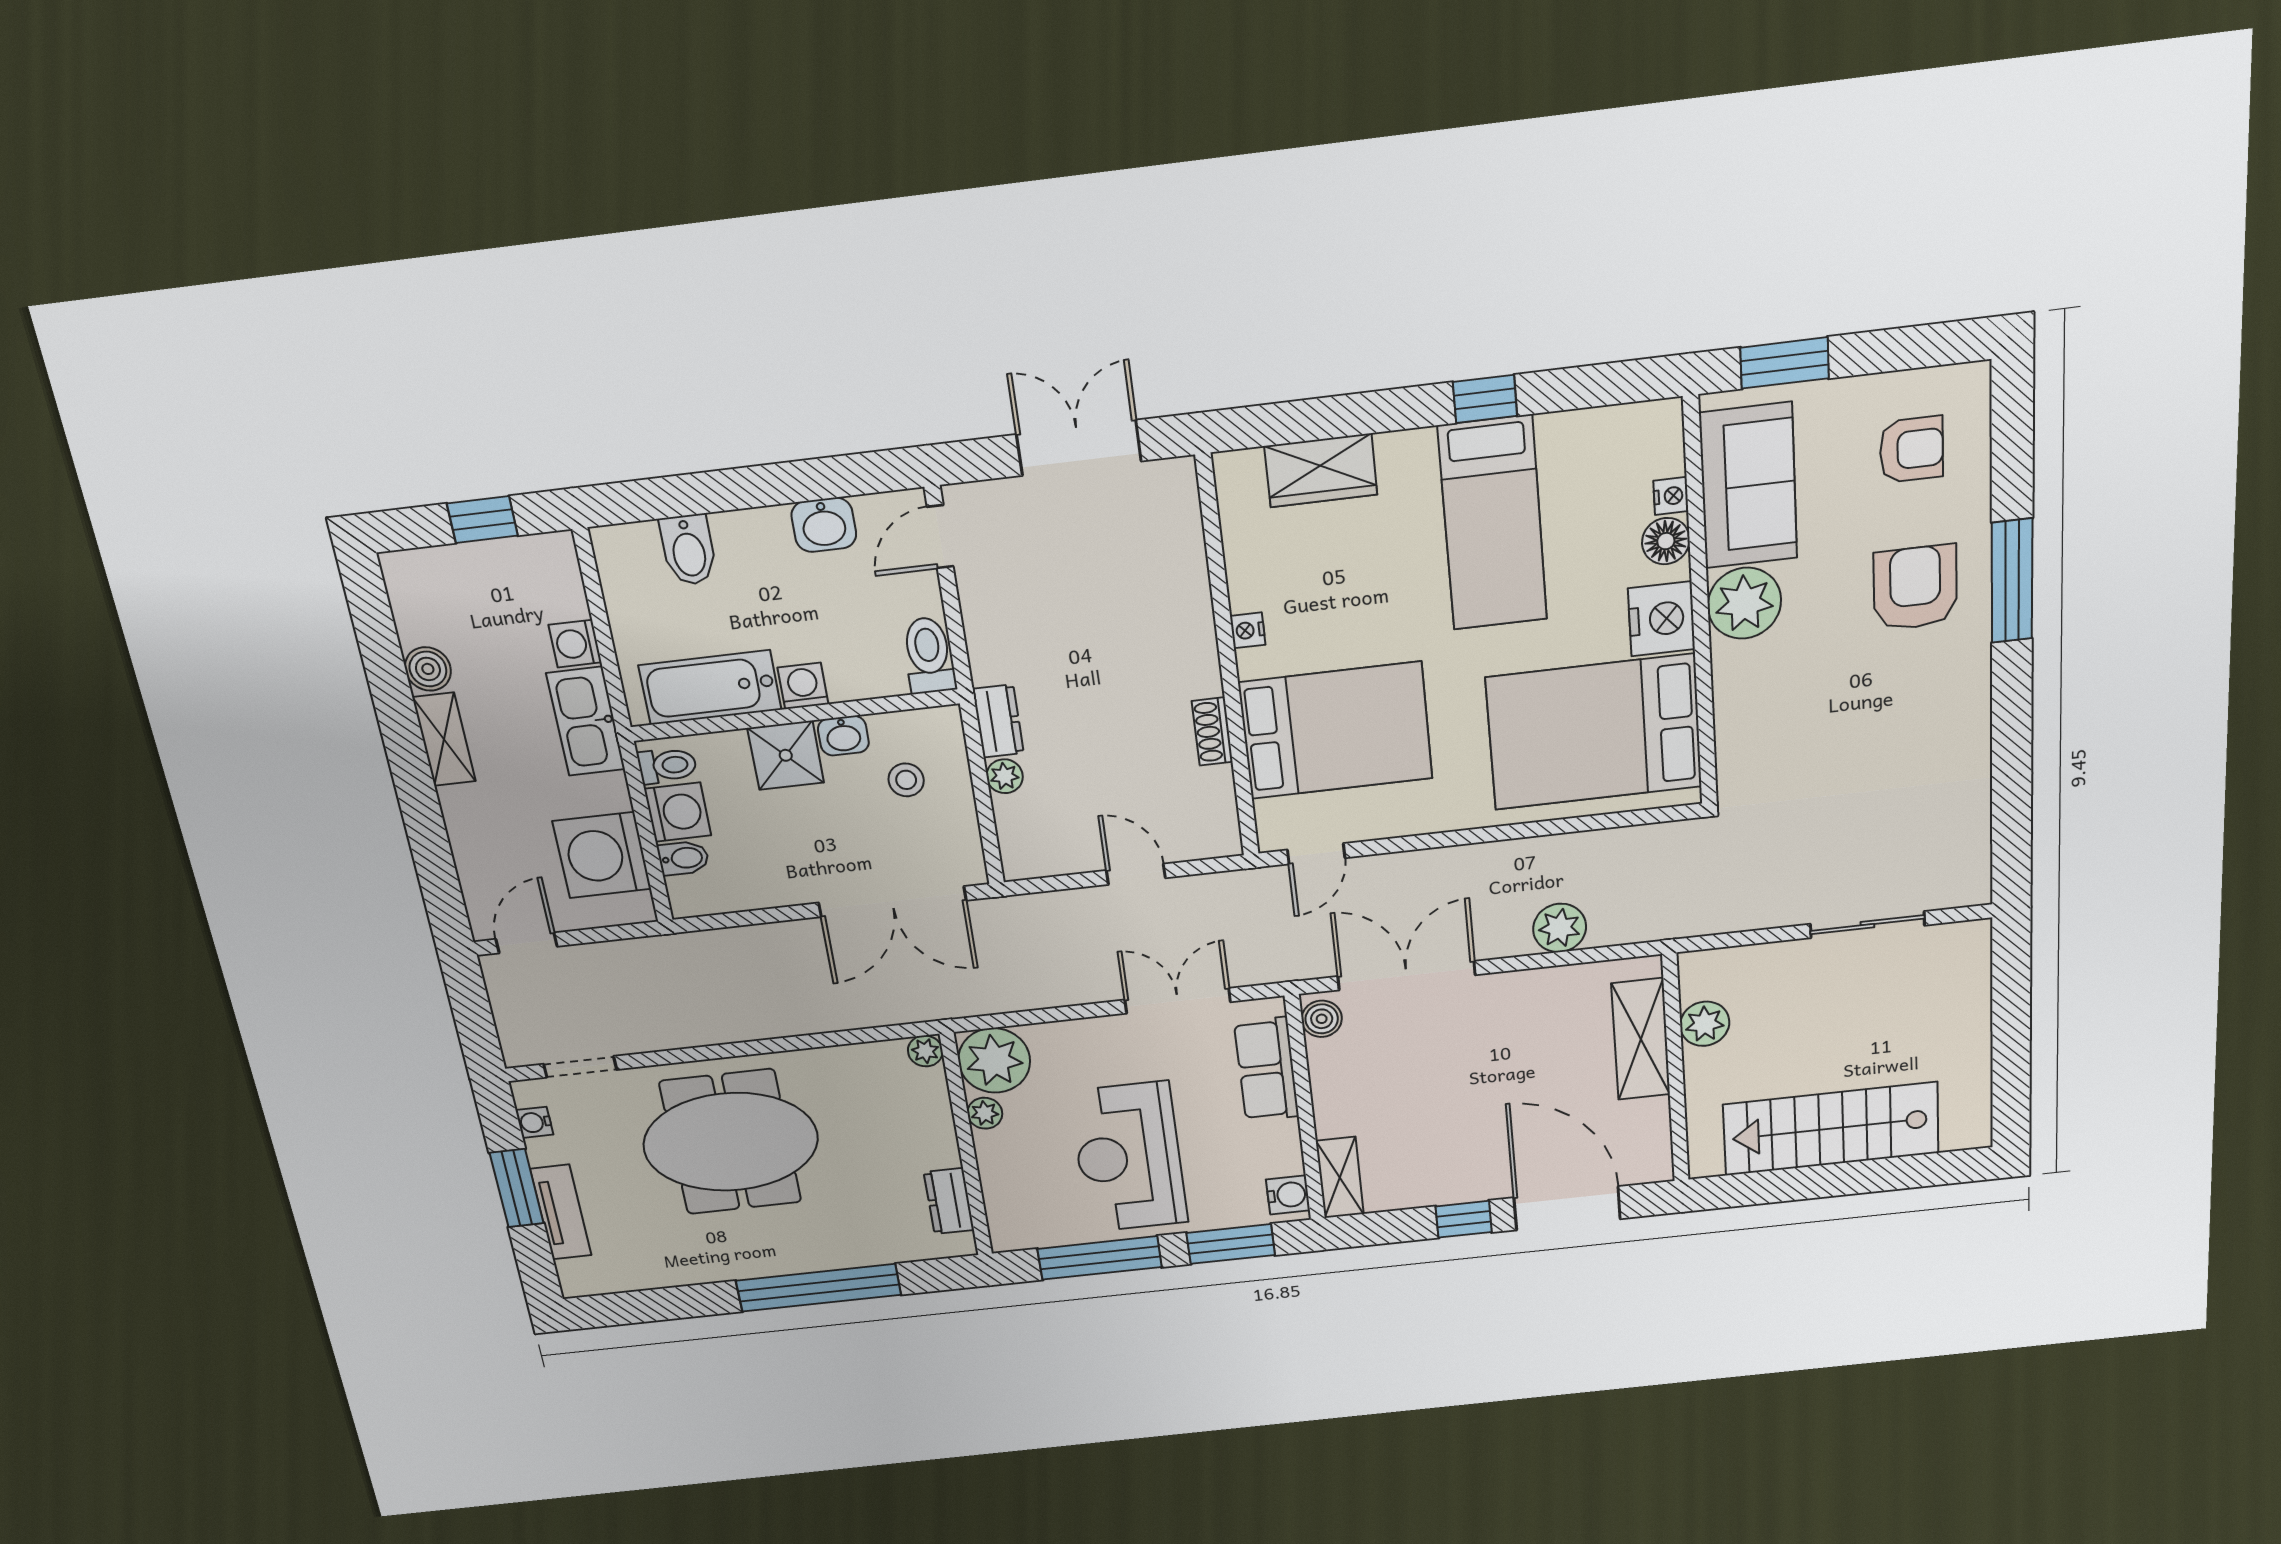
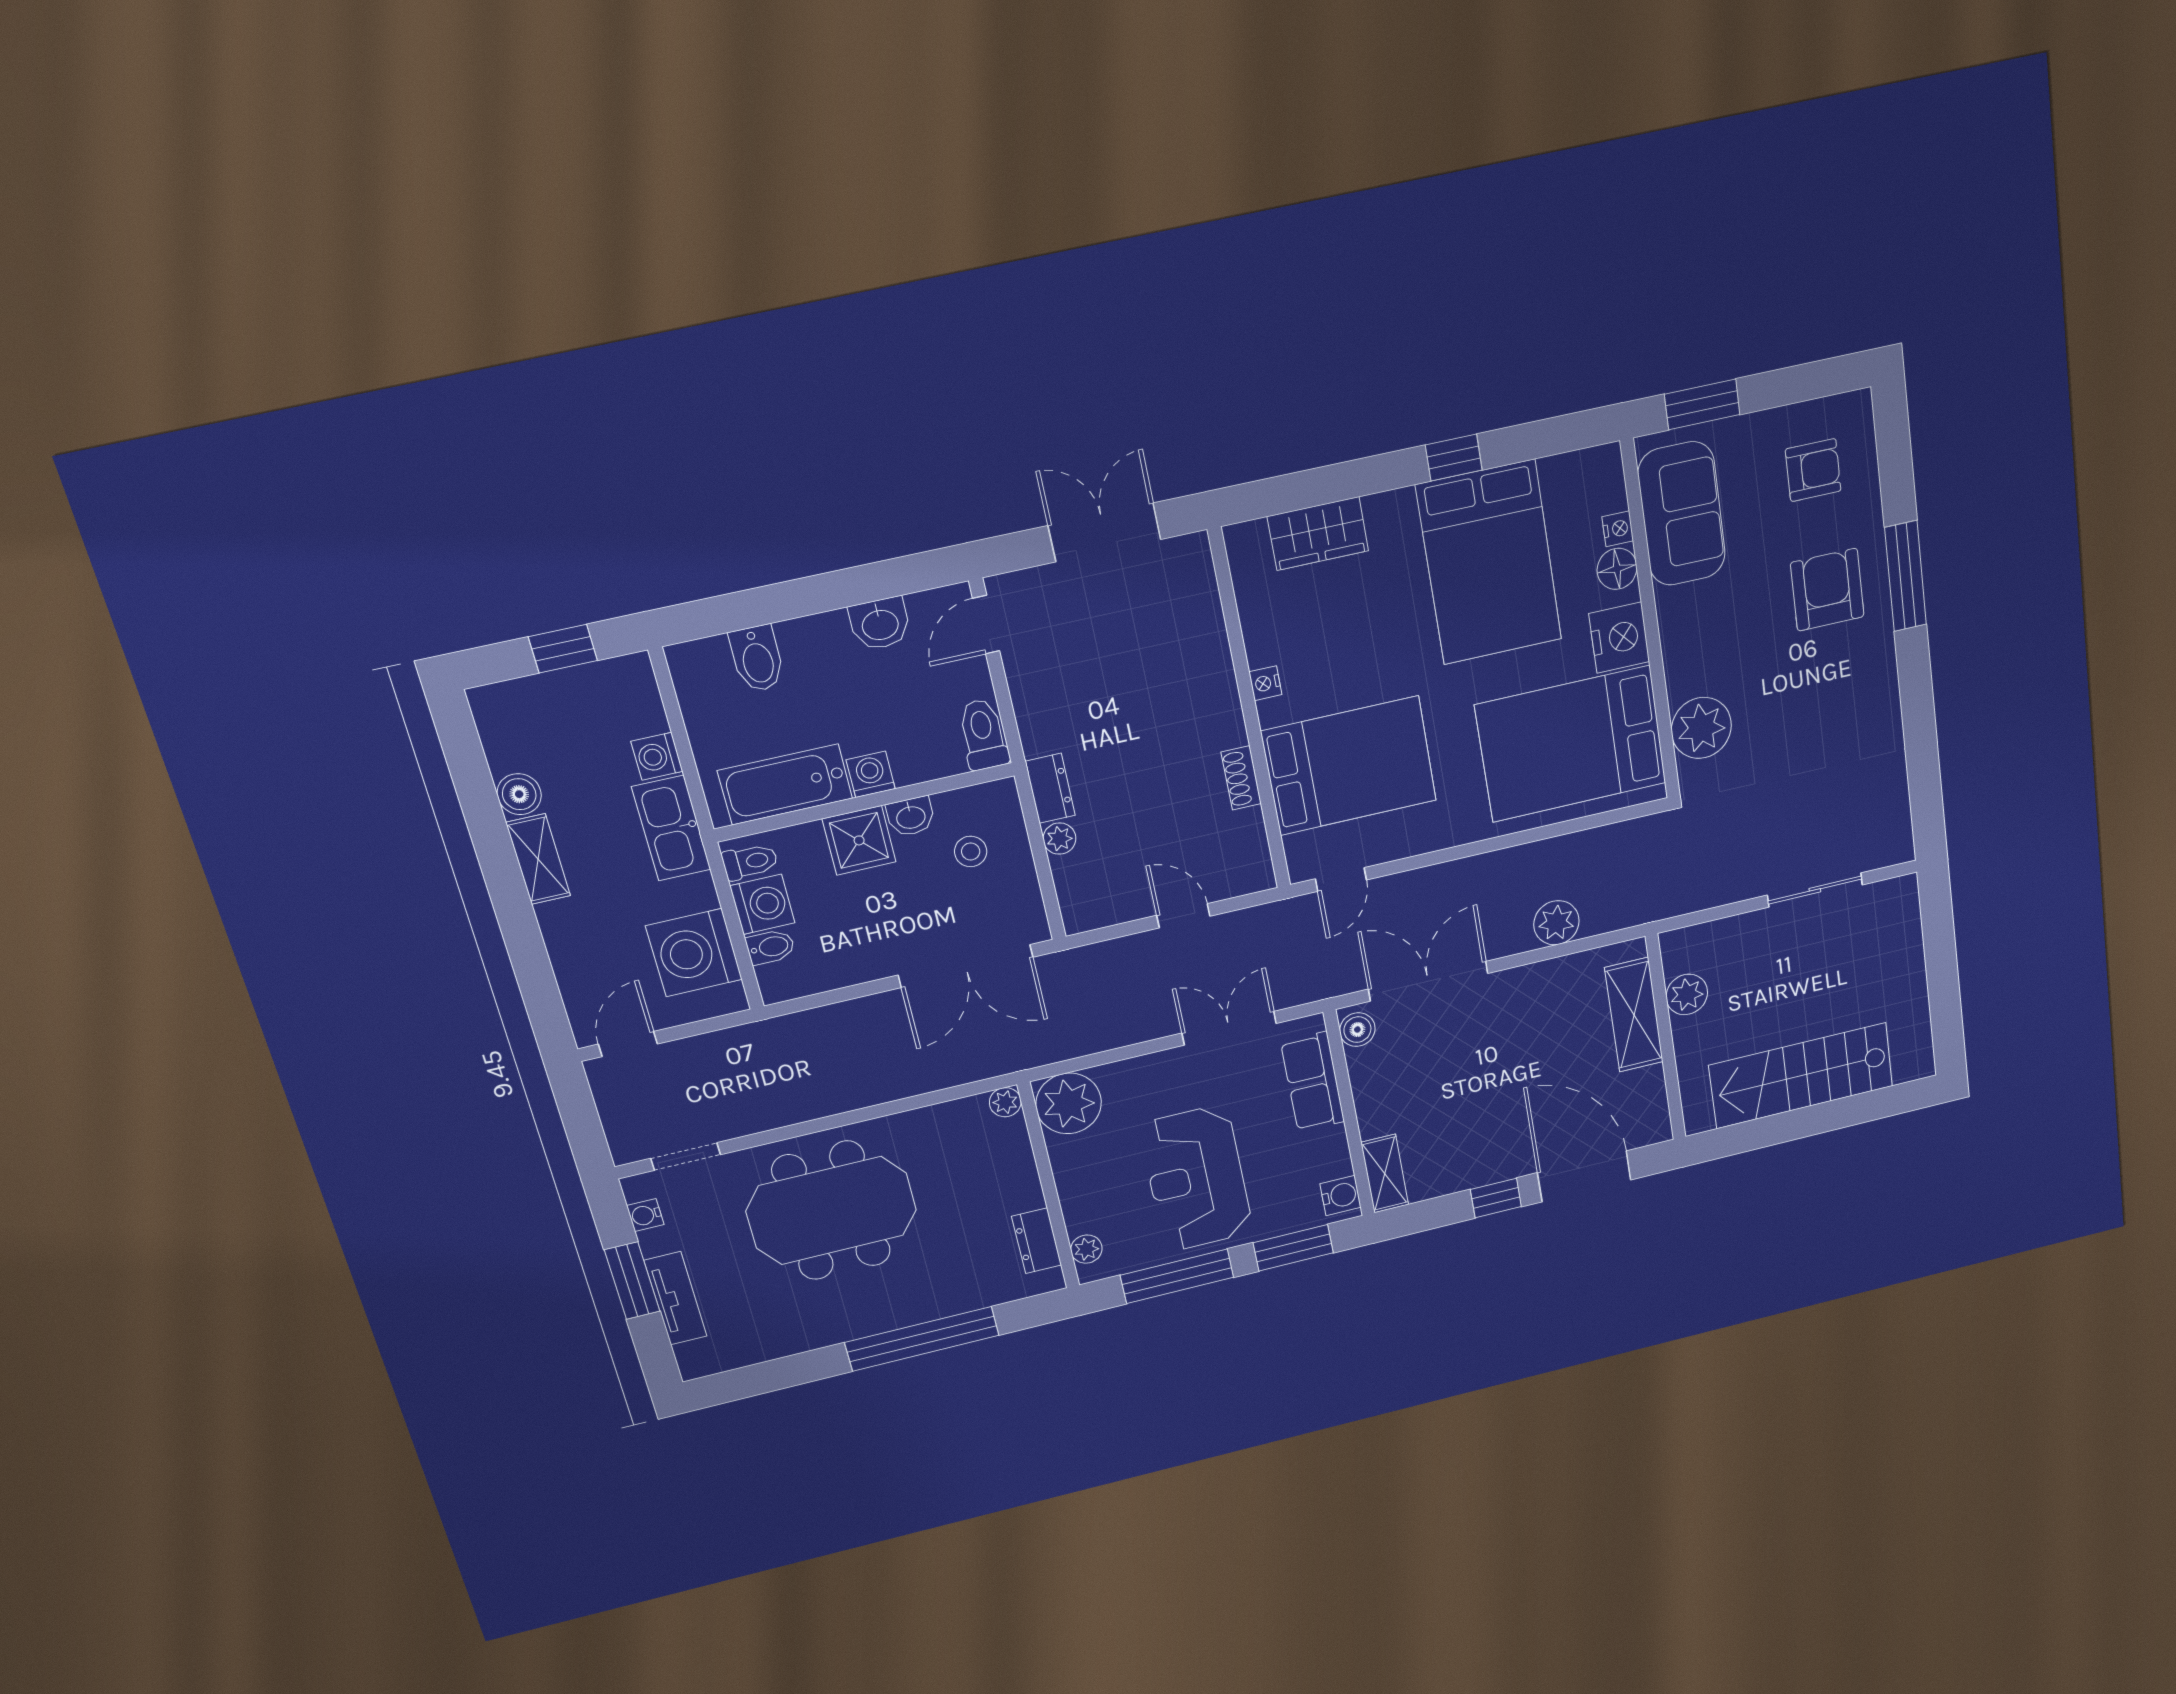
bed: (1493, 523) -> (1489, 563), width x1.50
plant: (1744, 603) -> (1701, 728), moved
plant: (985, 1113) -> (1086, 1249), moved

